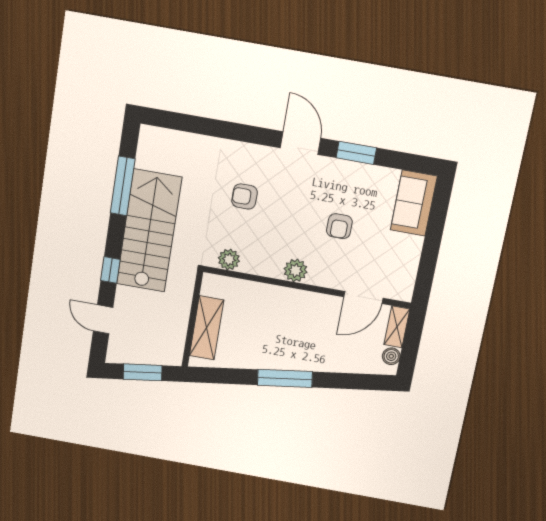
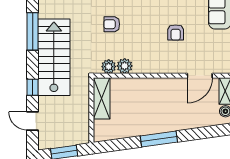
plant: (296, 270) -> (125, 66), moved
shelving: (207, 328) -> (102, 98), moved

